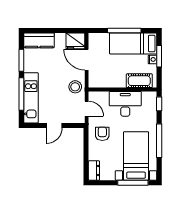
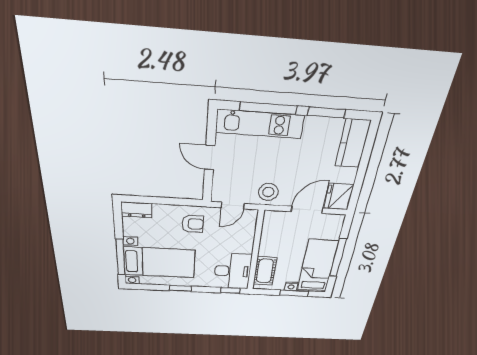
desk: (125, 104) -> (233, 271), moved
window: (159, 141) -> (180, 288), width x0.46

